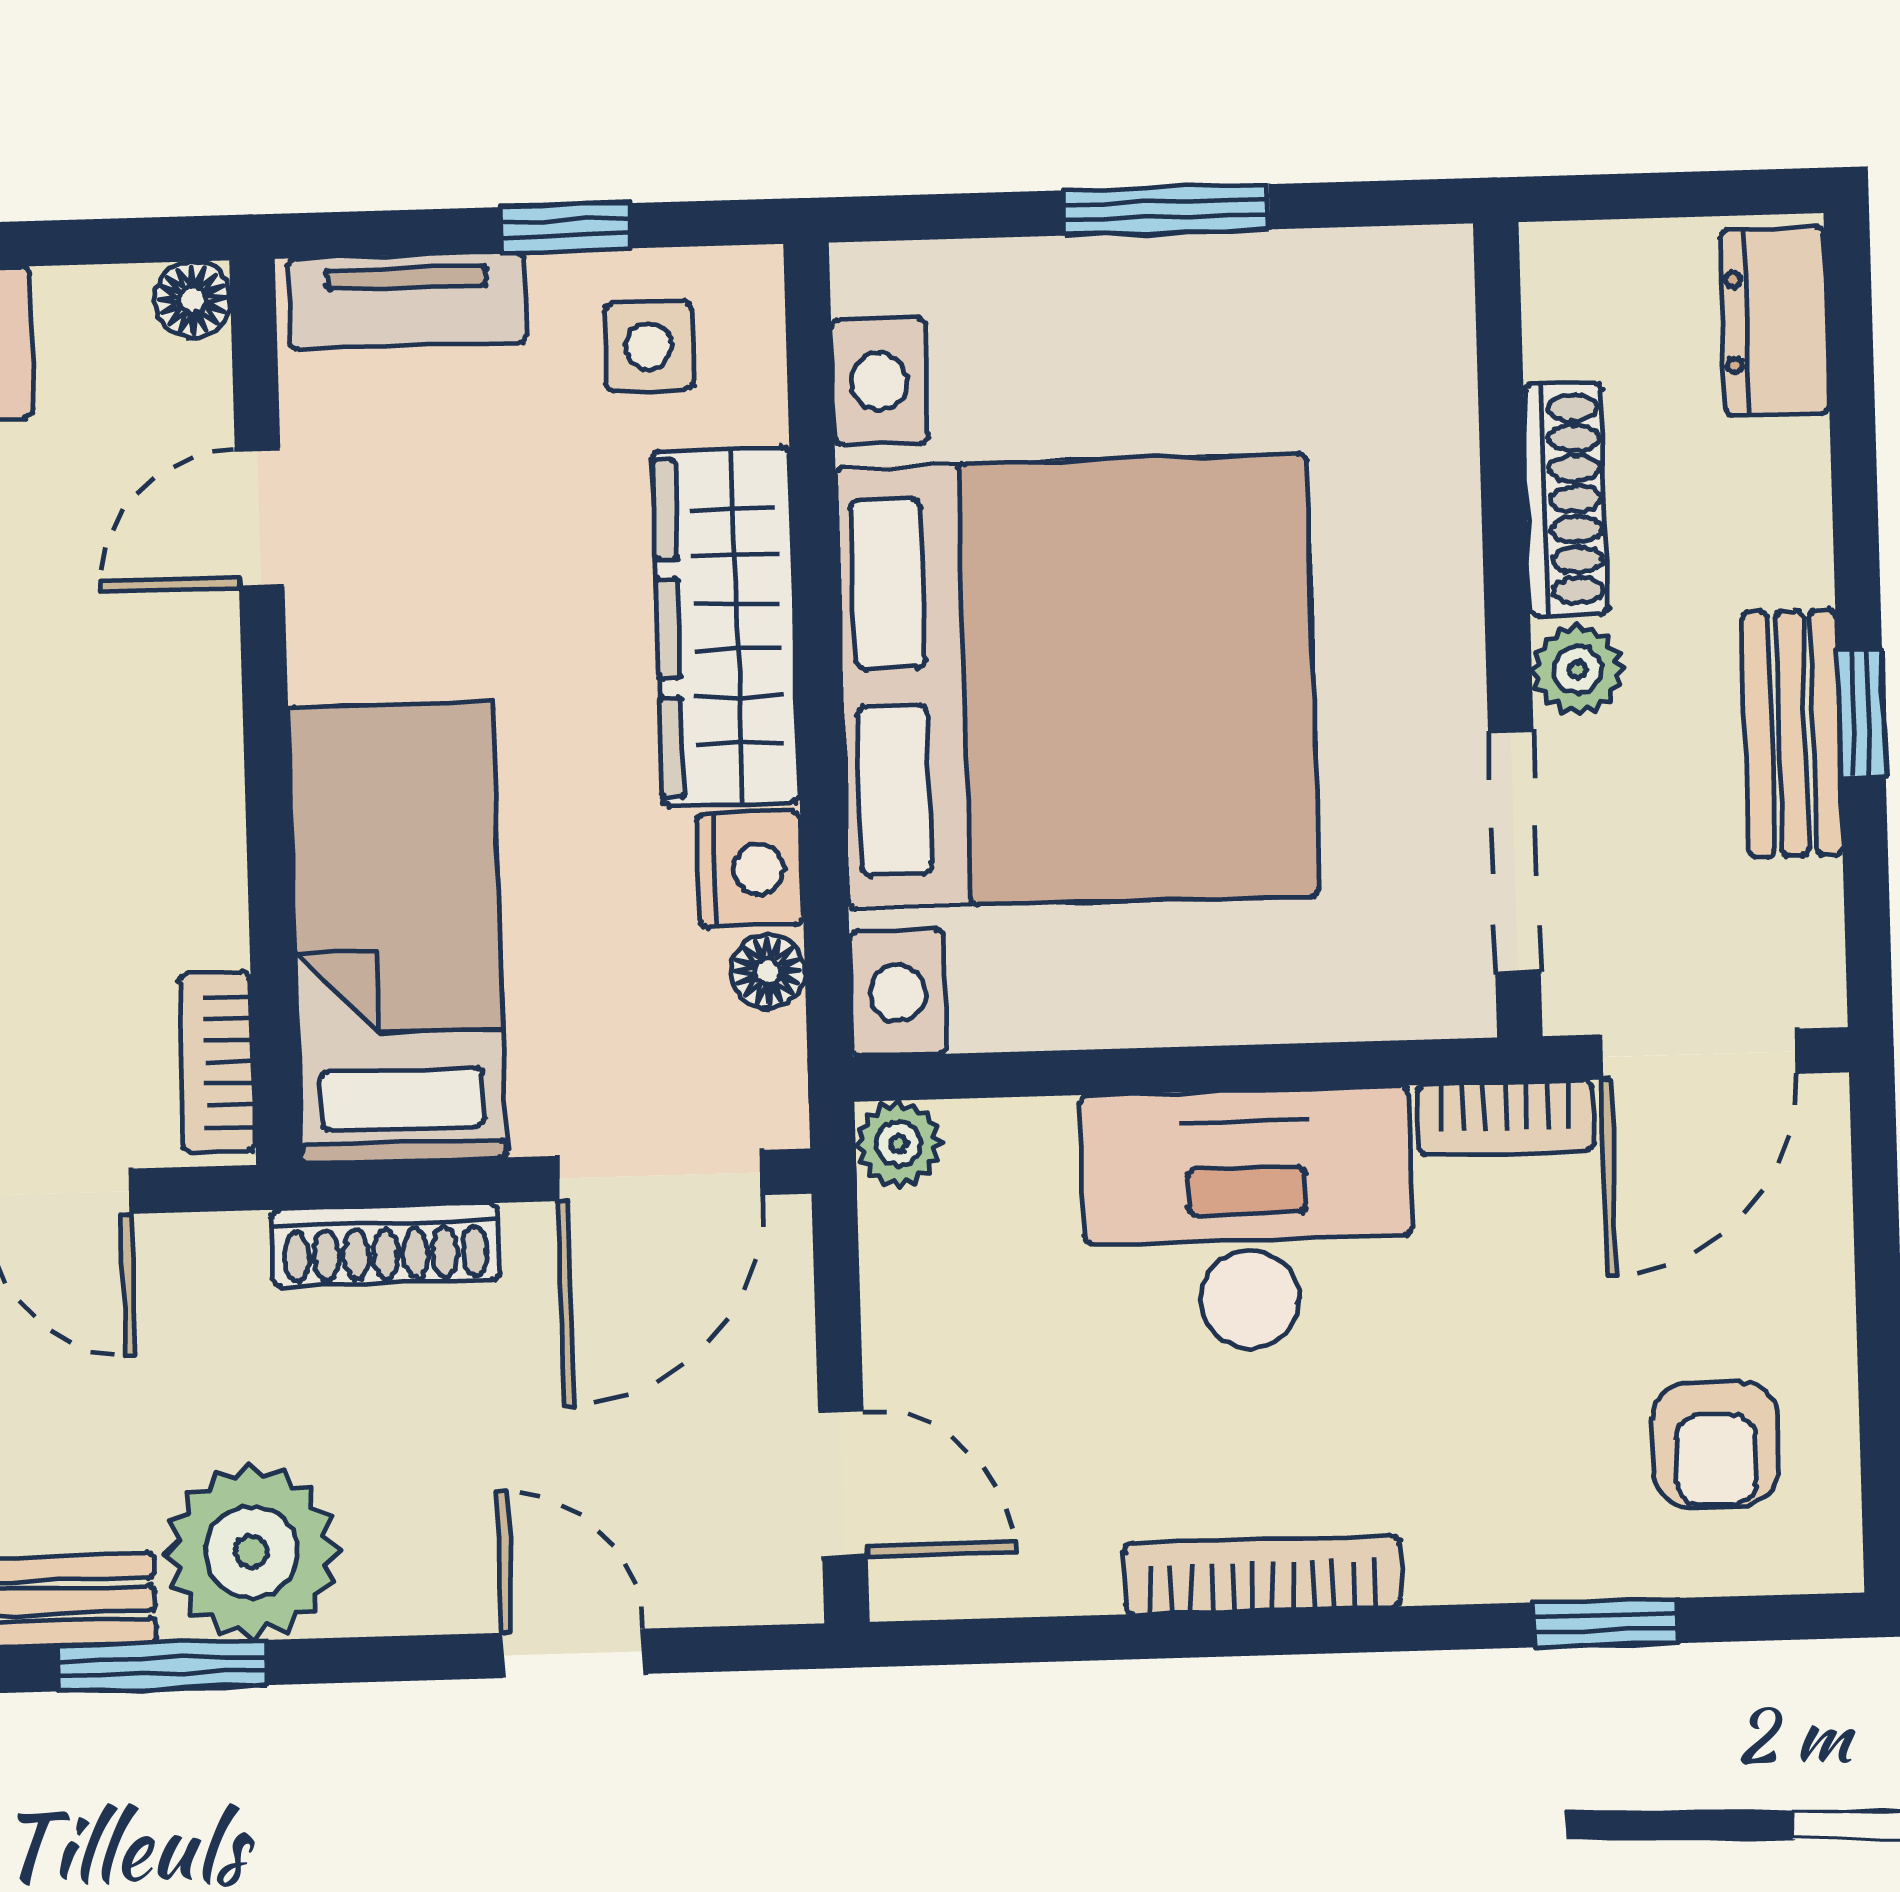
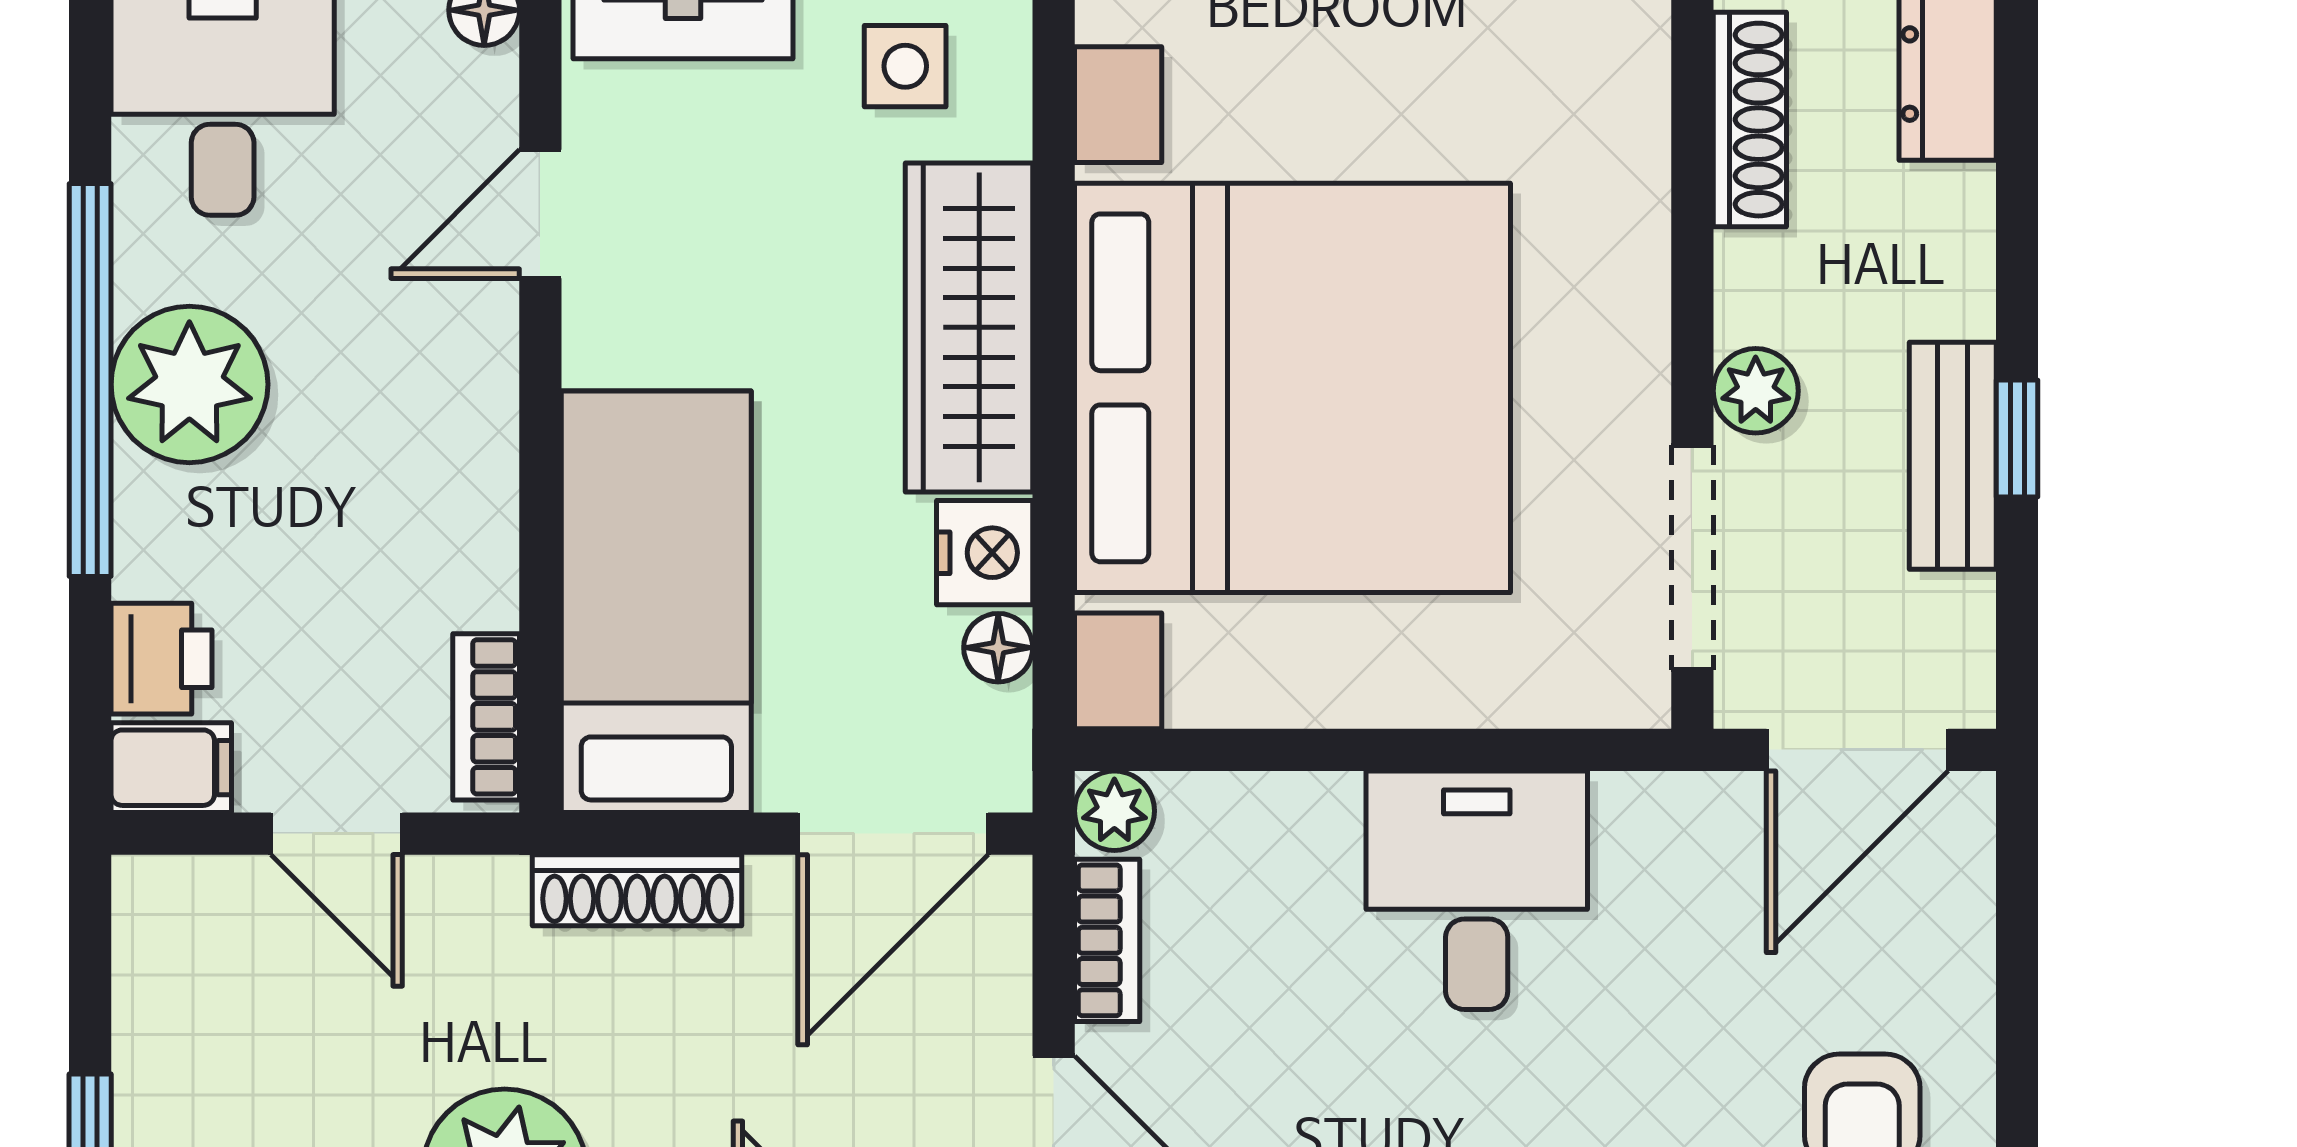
shoe rack: (1566, 499) -> (1750, 120), moved
bookcase: (1506, 1118) -> (1107, 940), moved, turned -90
desk: (1248, 1219) -> (1477, 890), width x0.73

